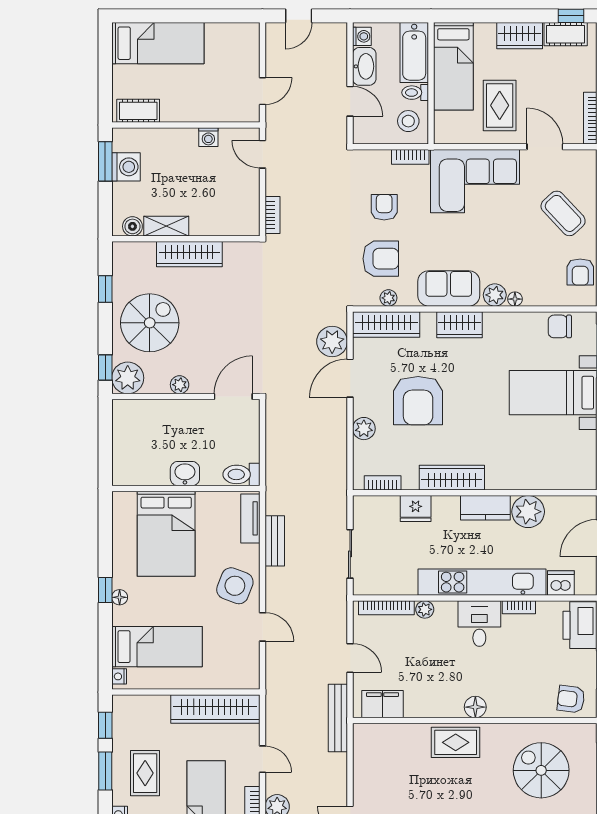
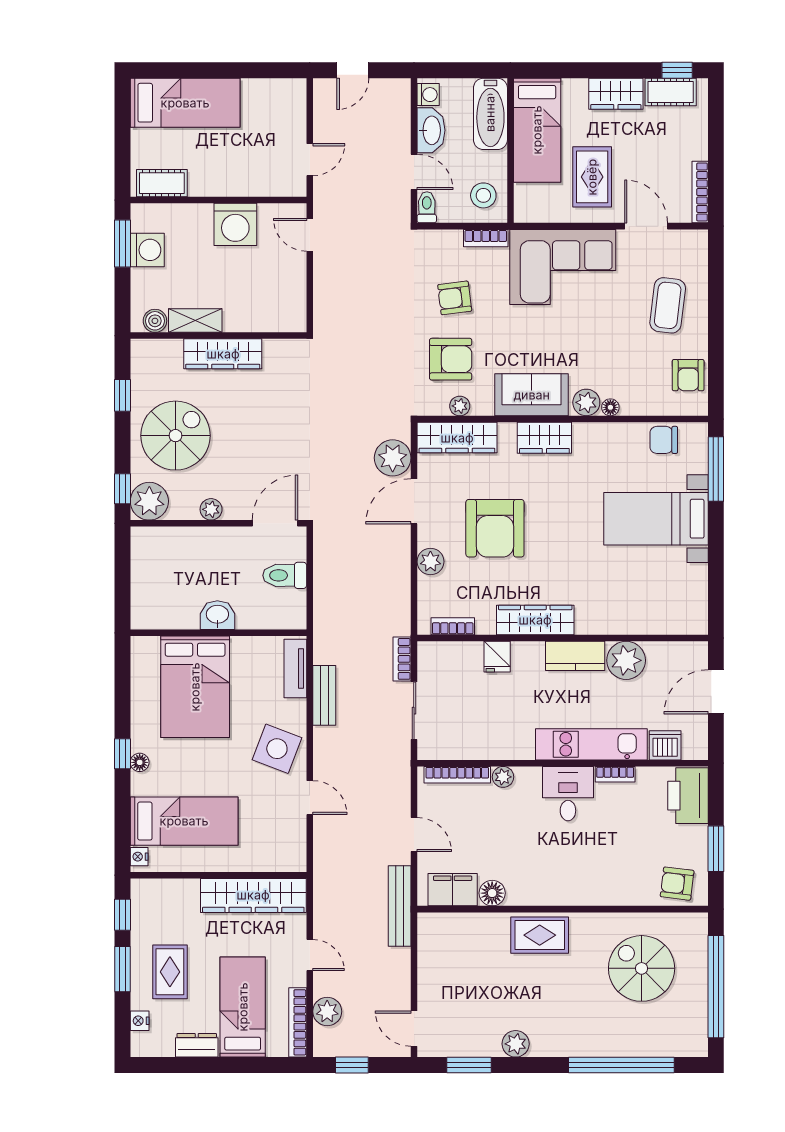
toilet: (415, 93) -> (427, 207), moved, turned 90
washing machine: (208, 137) -> (235, 224), width x1.89, depth x1.89
armchair: (384, 207) -> (455, 298), turned -97
coffee table: (563, 213) -> (668, 305), turned 50
bookcase: (272, 215) -> (402, 659), moved, turned 180
toilet: (241, 474) -> (285, 575), moved
fridge: (416, 509) -> (497, 657), width x0.72
kitchen unit: (482, 582) -> (591, 744), width x0.73
floor lamp: (475, 707) -> (492, 893), moved

